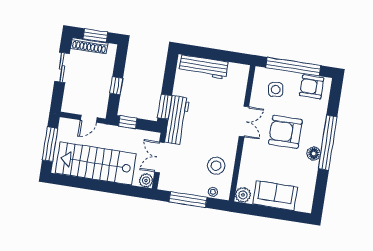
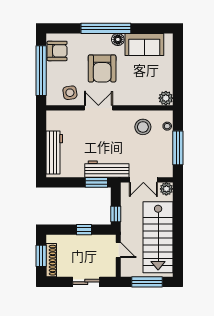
sliding door: (62, 67) -> (86, 282), moved
armchair: (312, 87) -> (57, 51), turned -90
side table: (276, 90) -> (70, 93), moved
sofa: (275, 196) -> (144, 44), moved, turned -90

